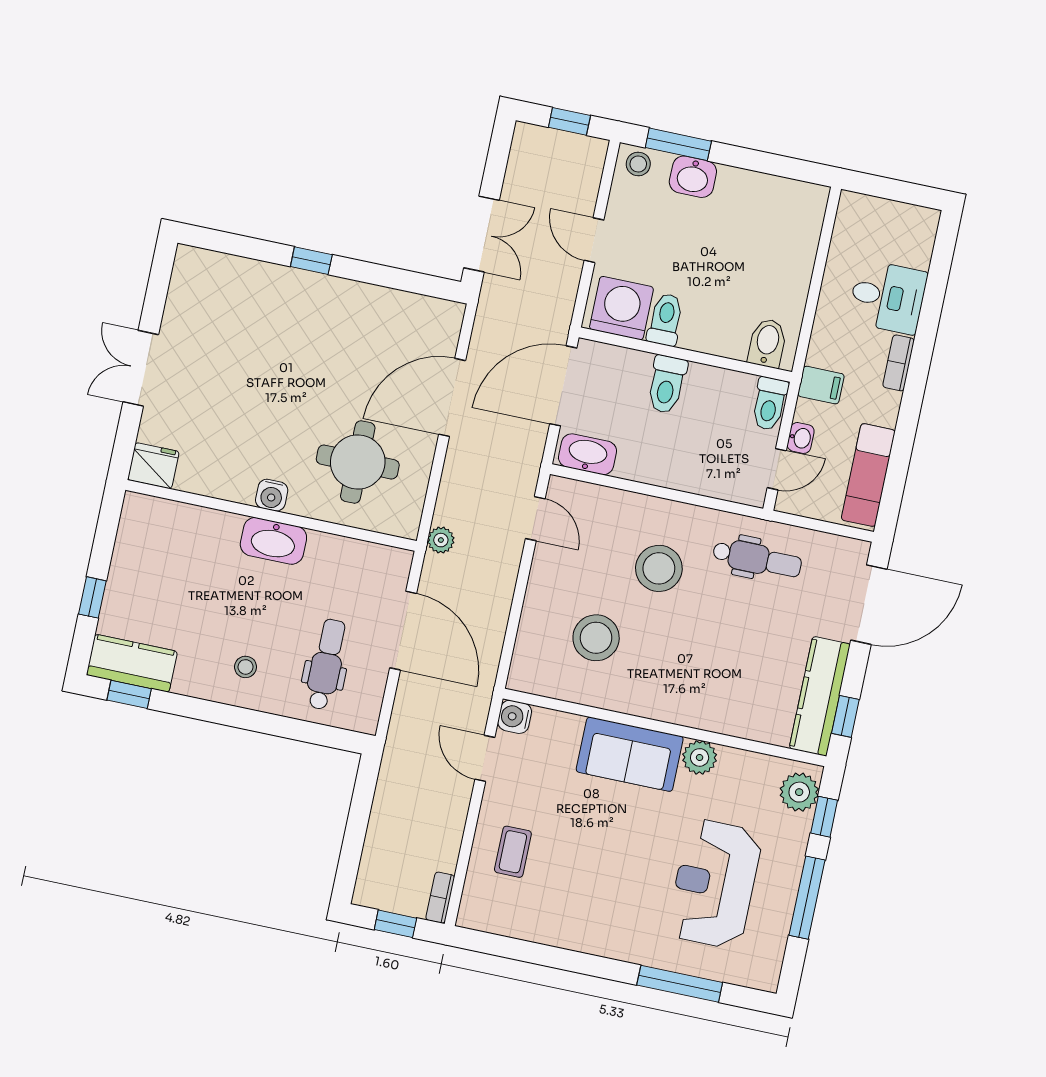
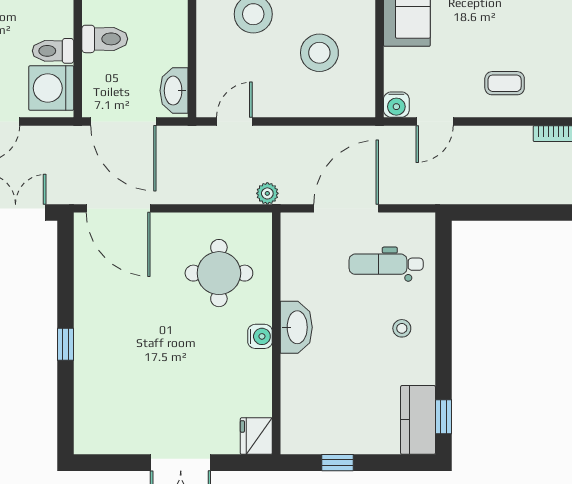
door: (452, 397) -> (118, 208), moved
window: (92, 597) -> (337, 463), moved

